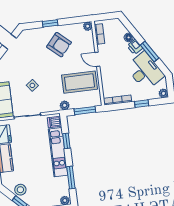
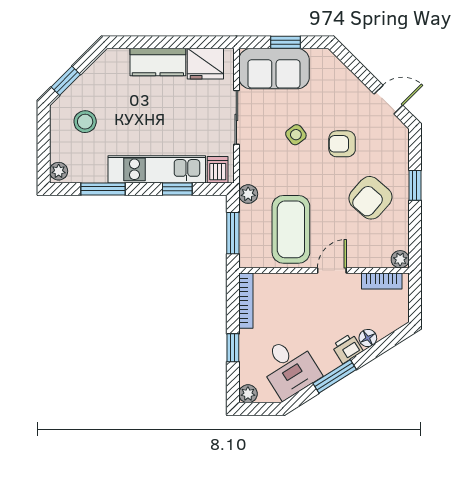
armchair: (34, 62) -> (342, 144), added
desk: (145, 71) -> (289, 367), width x0.73
stool: (20, 190) -> (85, 122), moved

